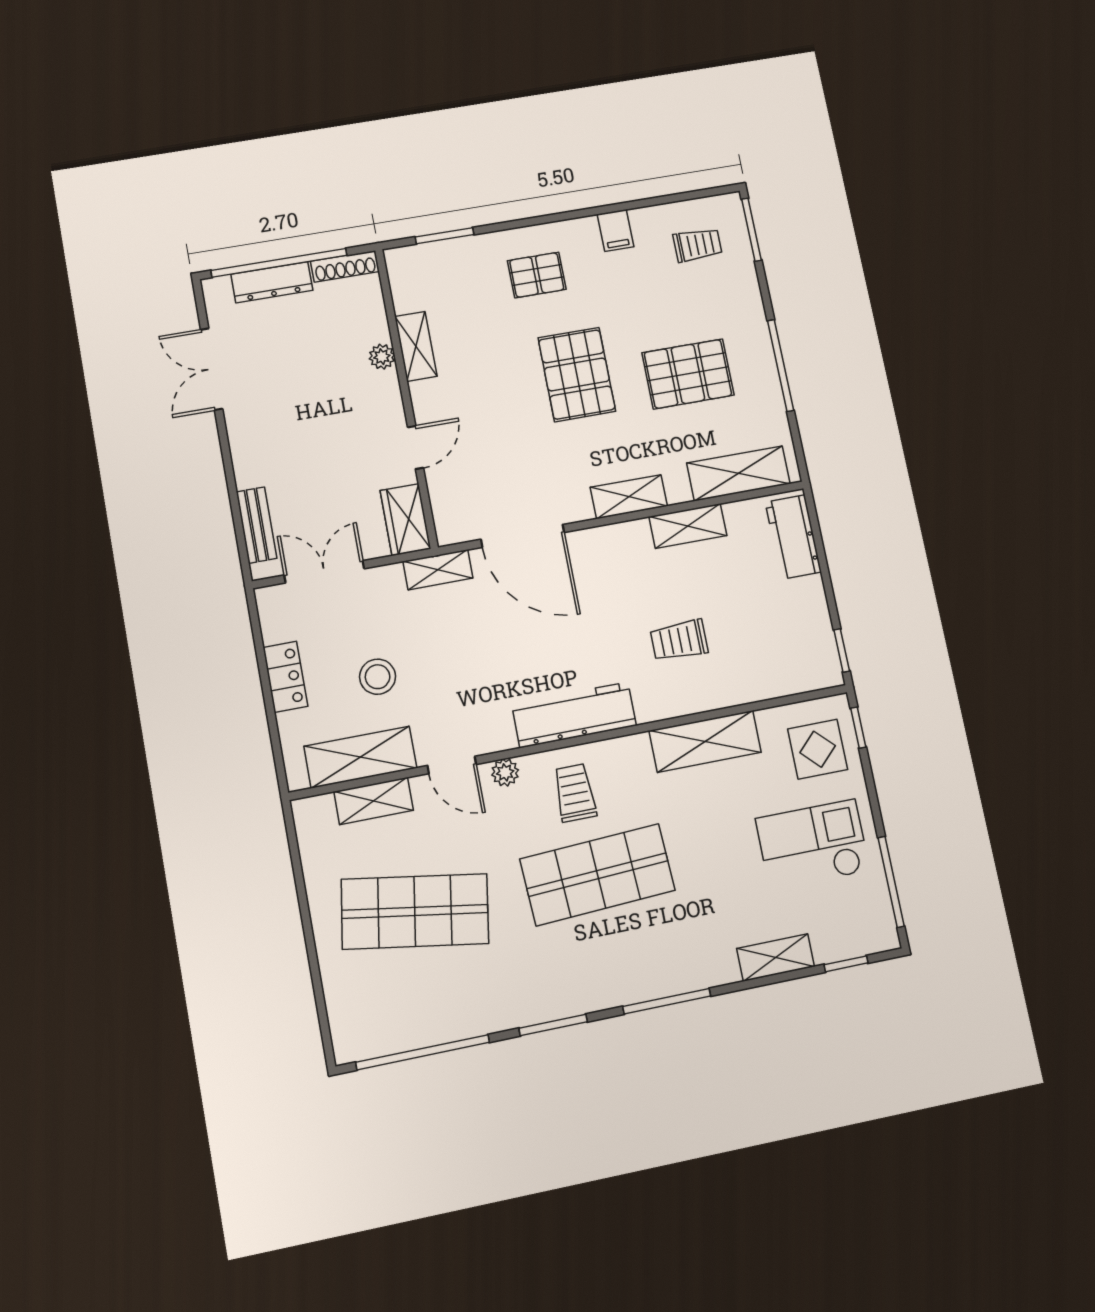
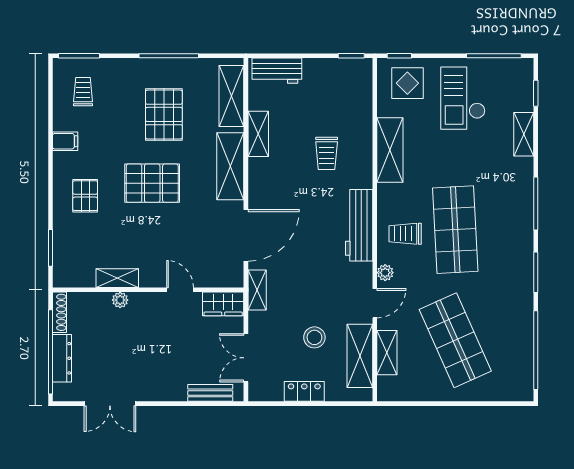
shelving: (629, 497) -> (230, 166), width x1.50, depth x1.33
shop shelf: (415, 911) -> (455, 340), turned -33

